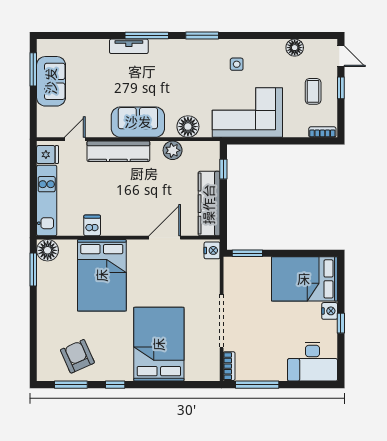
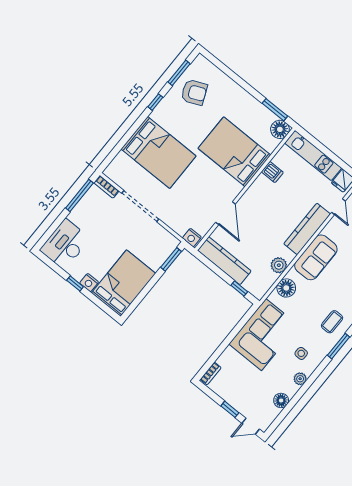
plant: (261, 46) -> (300, 379), added
coffee table: (313, 91) -> (332, 322), moved, turned 90

